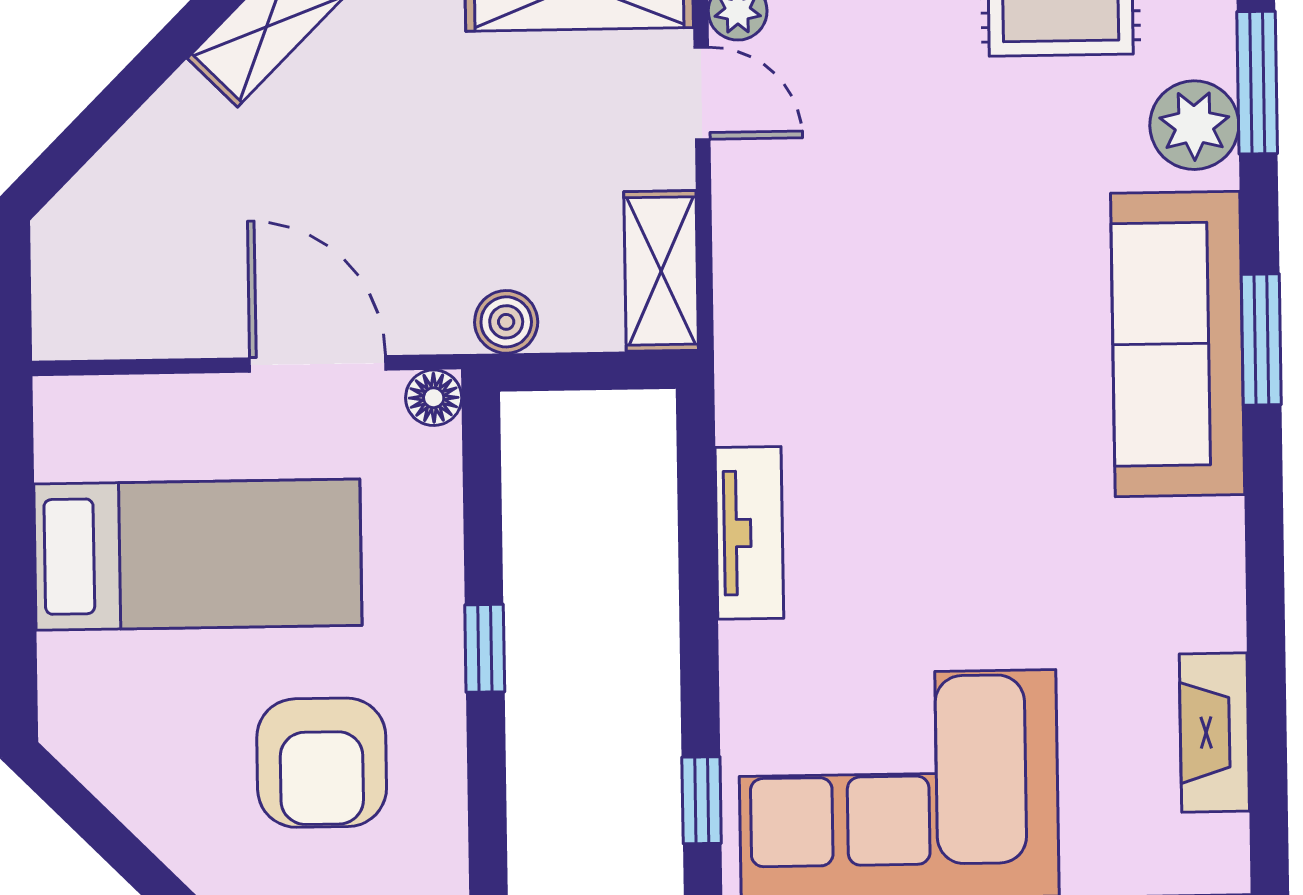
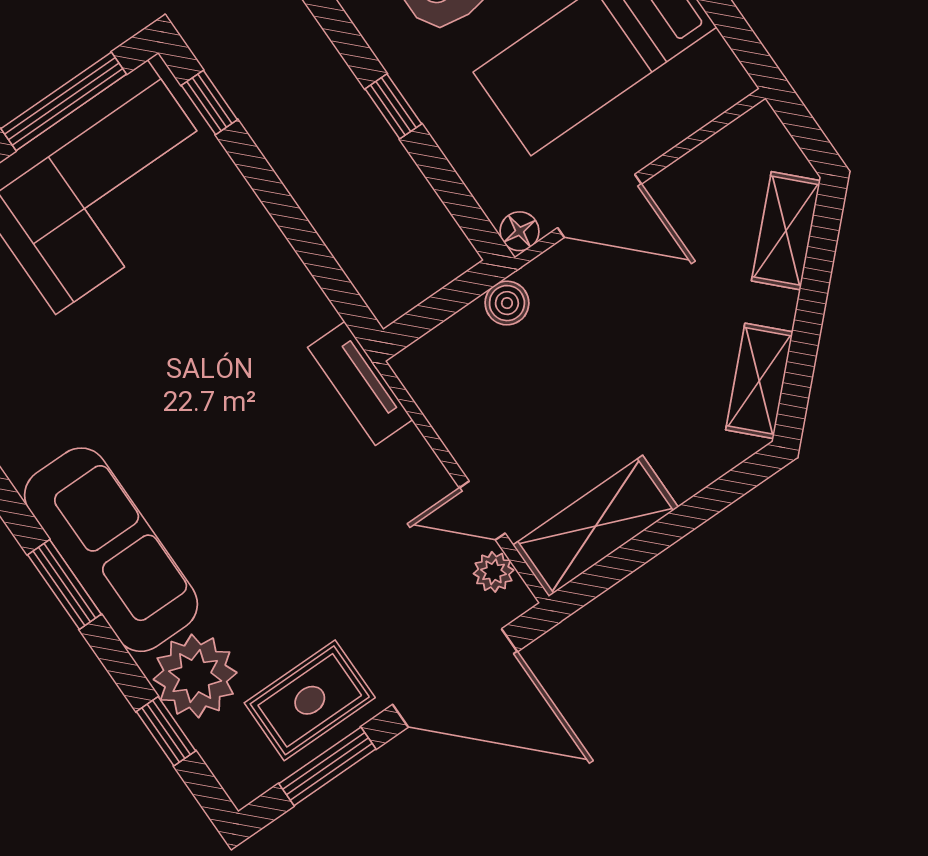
window: (1257, 83) -> (166, 731), width x0.67
plant: (1194, 125) -> (195, 676), width x1.36, depth x1.36
shelving: (661, 271) -> (786, 231), moved, turned 45
tv unit: (749, 533) -> (360, 383), moved

